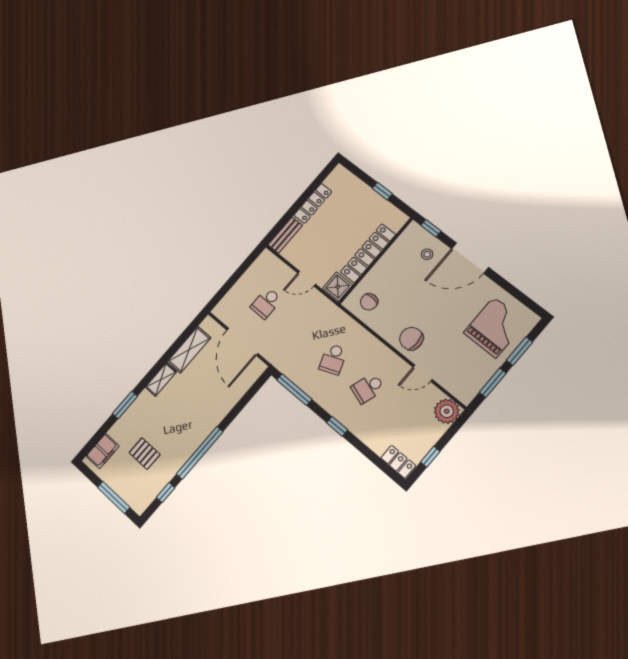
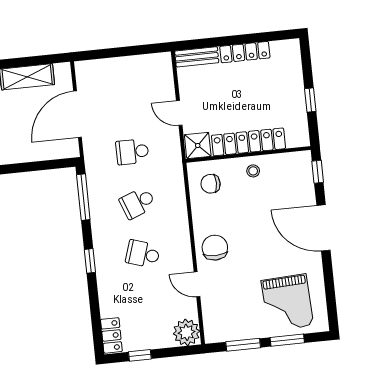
stool: (427, 254) -> (253, 171), moved
school desk: (266, 303) -> (132, 152), moved
grand piano: (495, 327) -> (287, 303), turned 87

